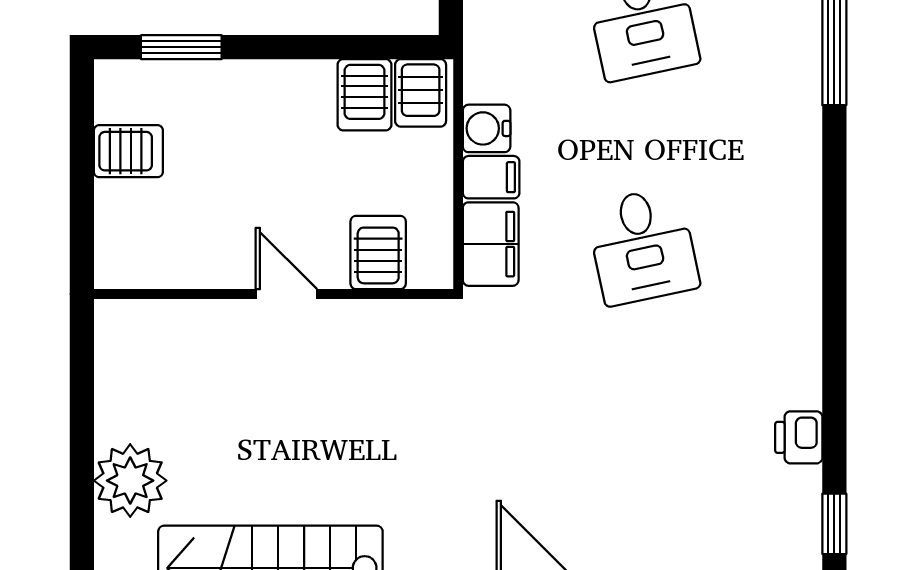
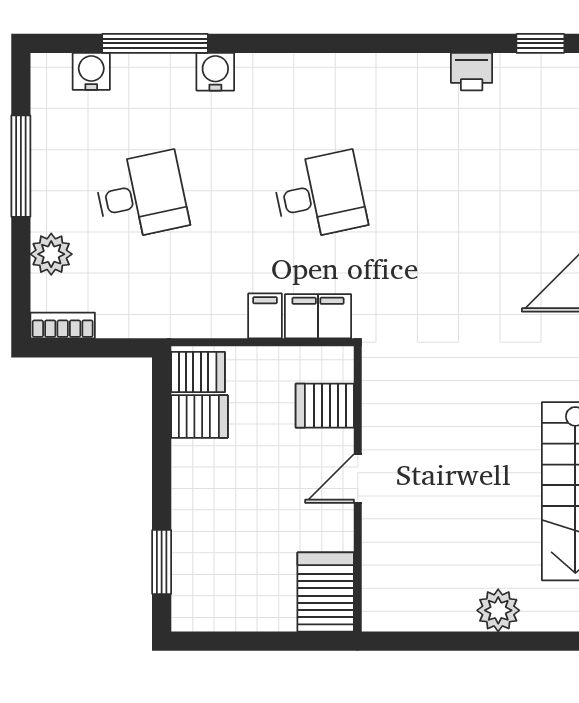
water cooler: (487, 128) -> (215, 72), moved, turned 180
server rack: (128, 151) -> (326, 592), moved, width x1.36, depth x1.44
plant: (130, 481) -> (498, 610), width x0.73, depth x0.73

